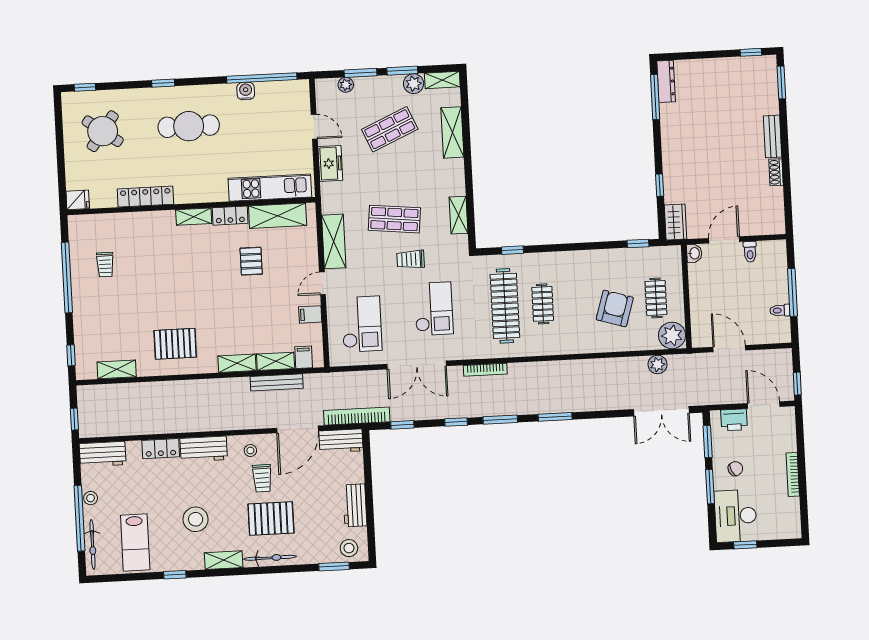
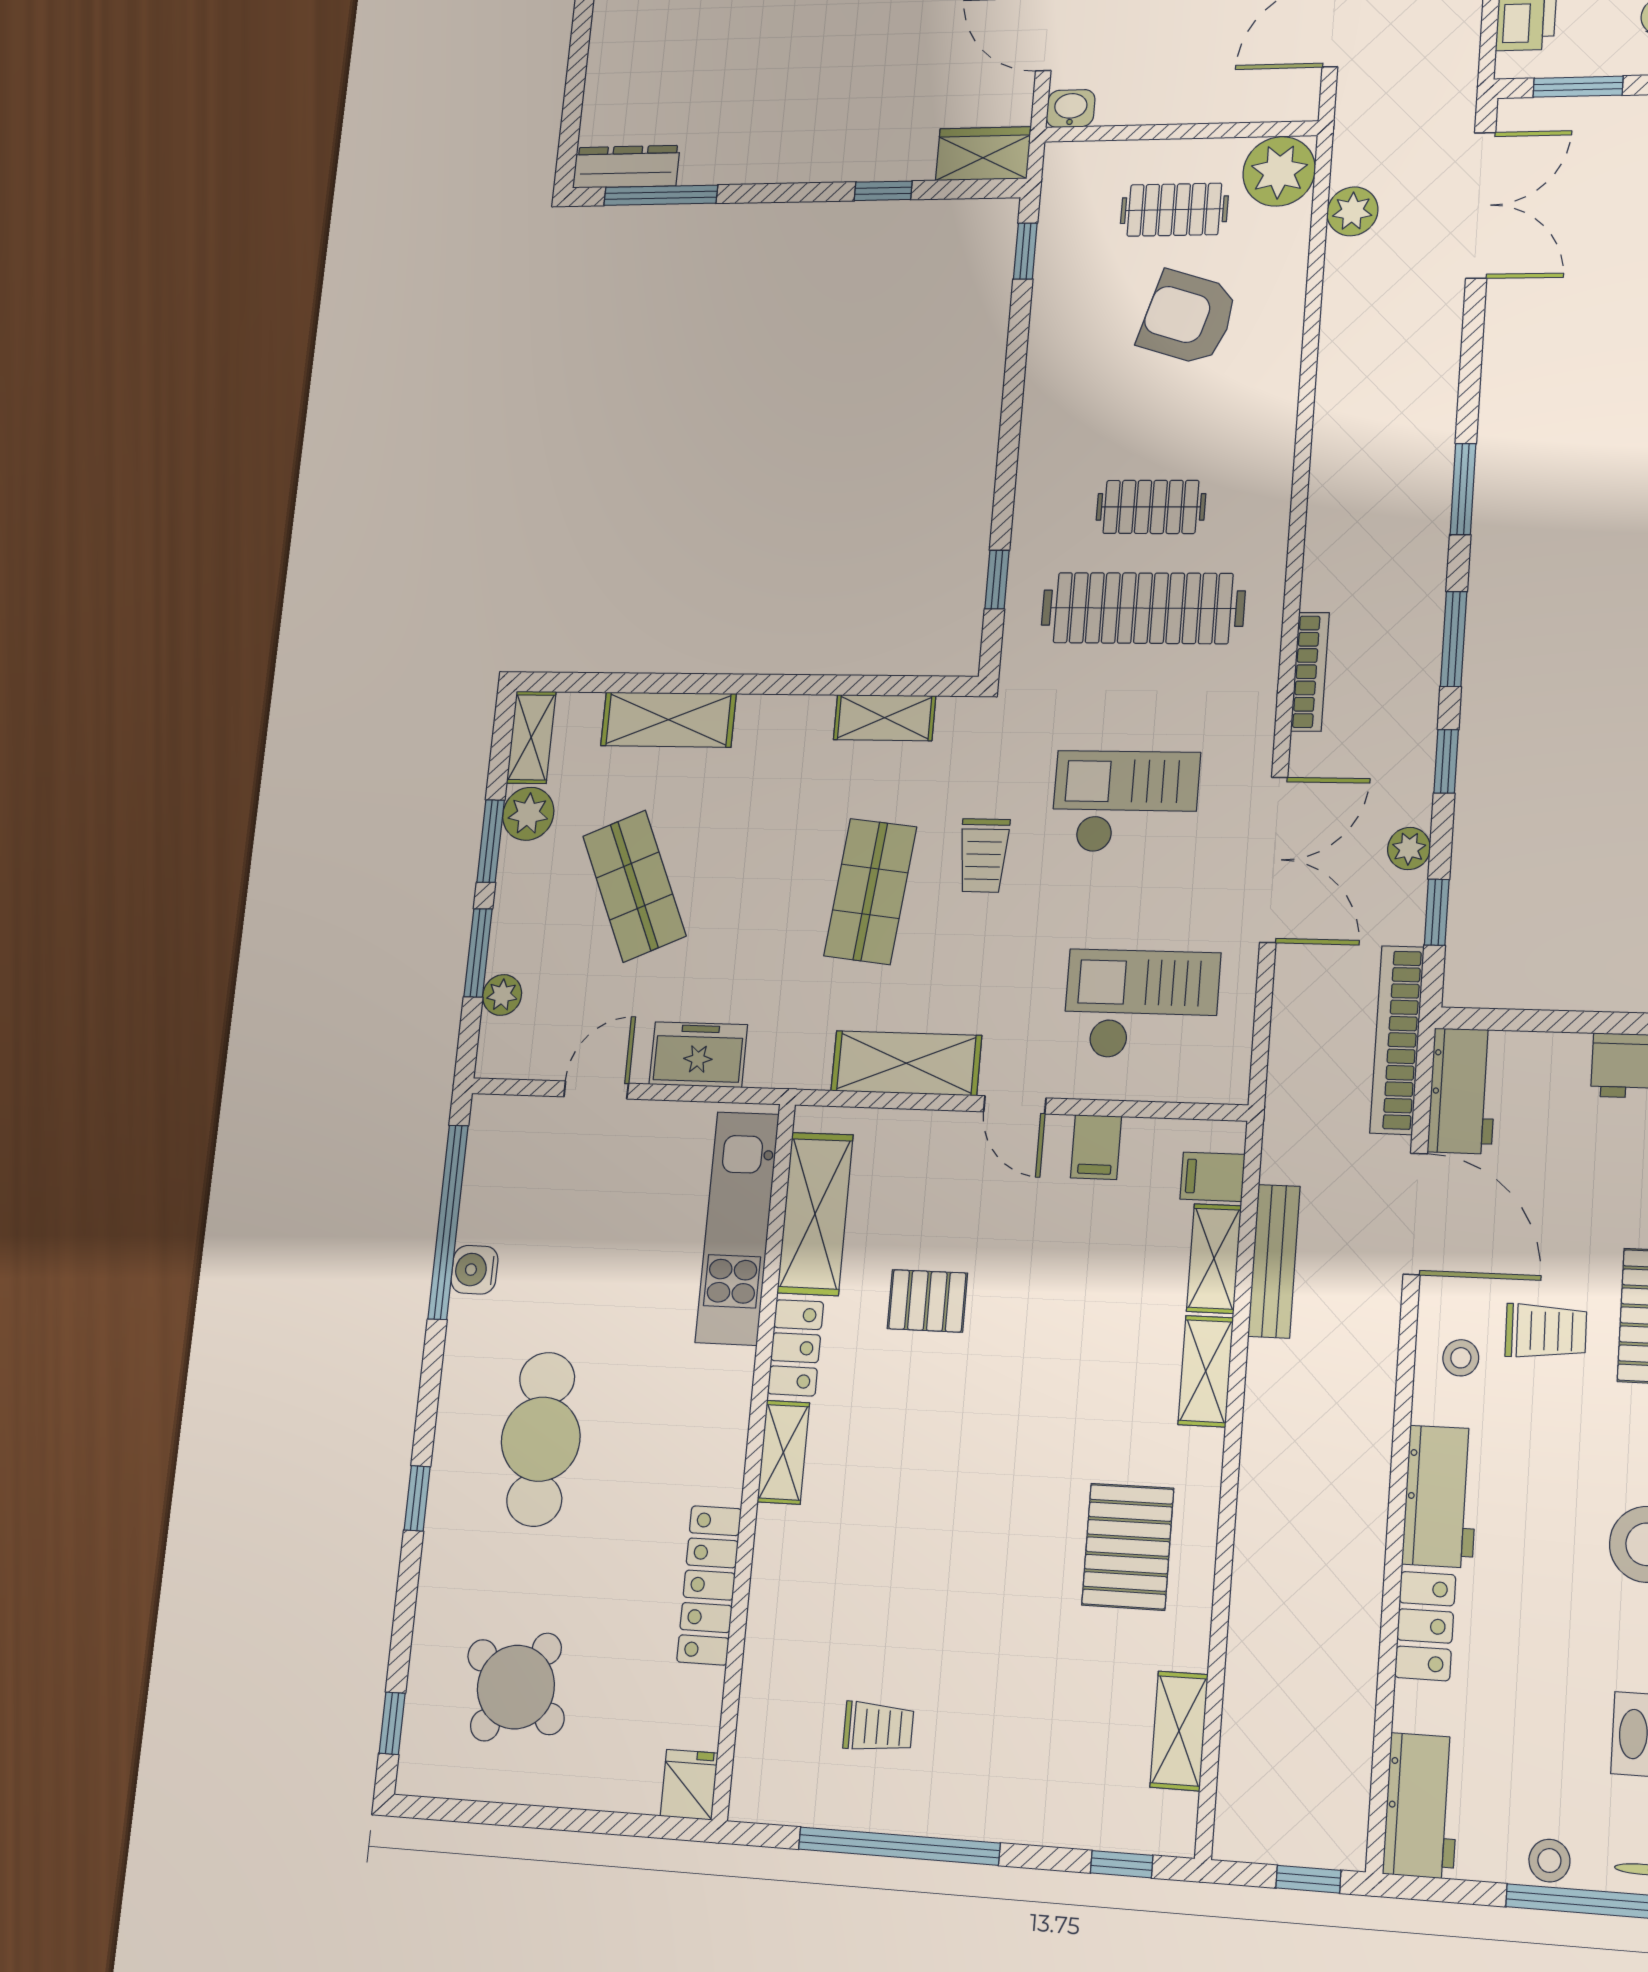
plant: (424, 412) -> (1409, 849), added

